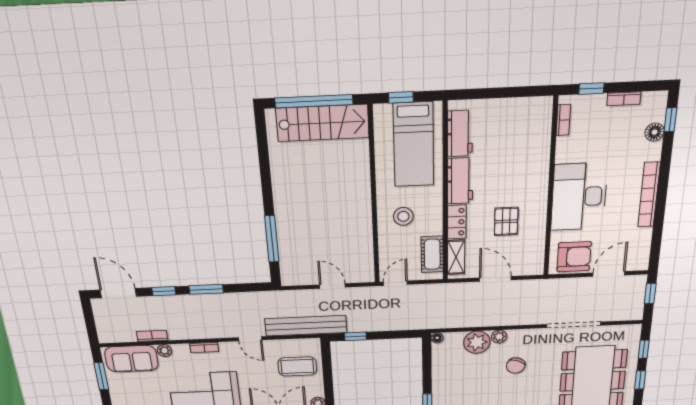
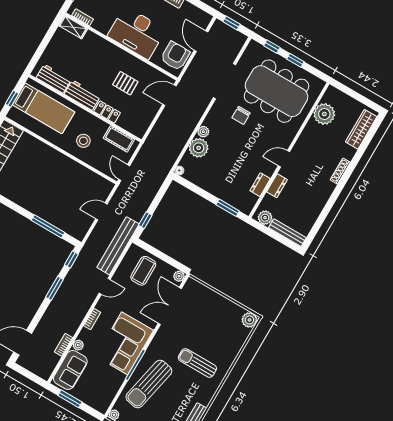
shelving: (456, 257) -> (73, 27), moved
door: (495, 279) -> (169, 95), moved
window: (164, 291) -> (71, 259), moved
chair: (516, 366) -> (241, 115), moved, turned 69

